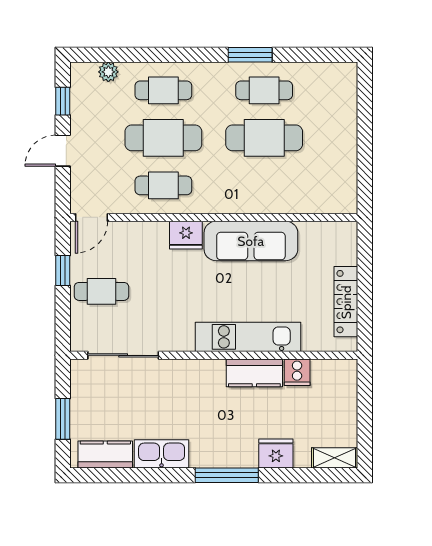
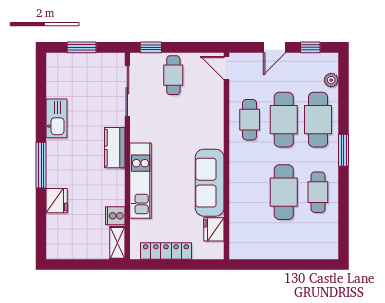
window: (250, 55) -> (344, 150), moved
cafe table: (163, 90) -> (318, 120), width x1.37, depth x1.35
door: (63, 151) -> (275, 47), swing flipped
fridge: (186, 235) -> (214, 229), moved
window: (63, 271) -> (151, 47), moved
kitchen counter: (254, 373) -> (115, 148), moved
kitchen counter: (105, 455) -> (56, 78), removed
shelving: (334, 458) -> (117, 243), moved

